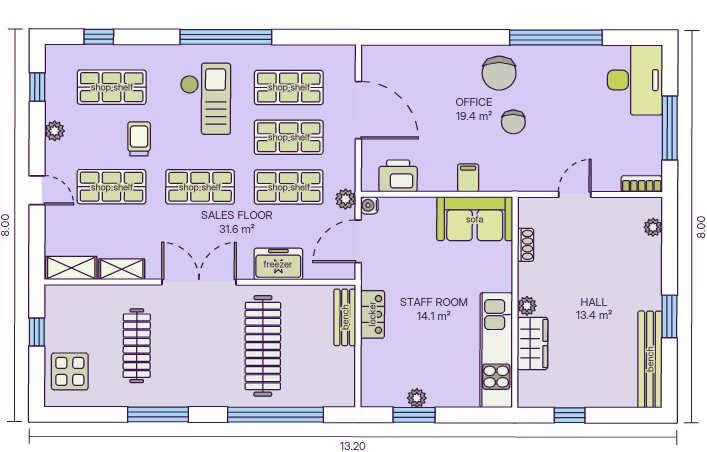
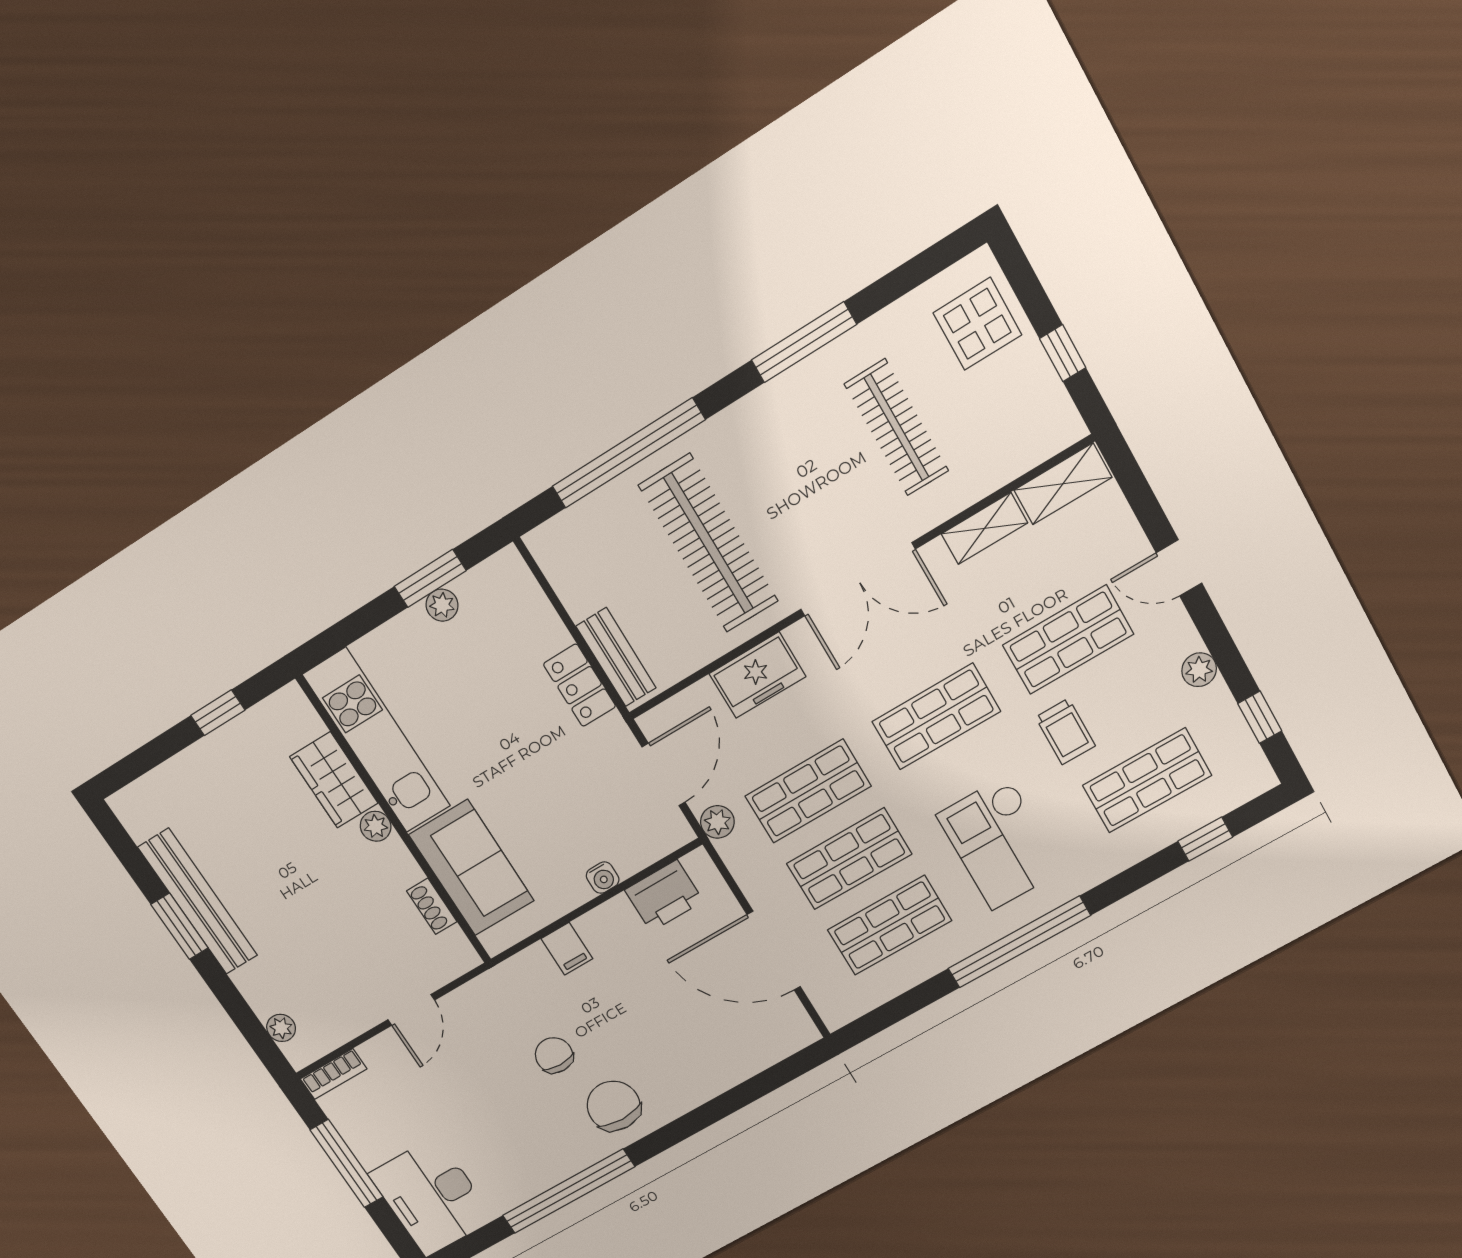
water cooler: (369, 205) -> (603, 878), moved, turned 90
sofa: (475, 219) -> (472, 868), moved, turned 90
bench: (650, 359) -> (198, 902), moved

